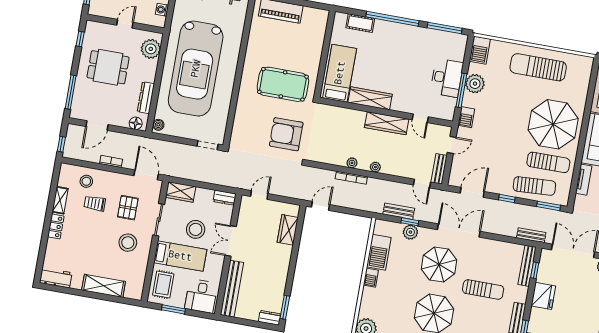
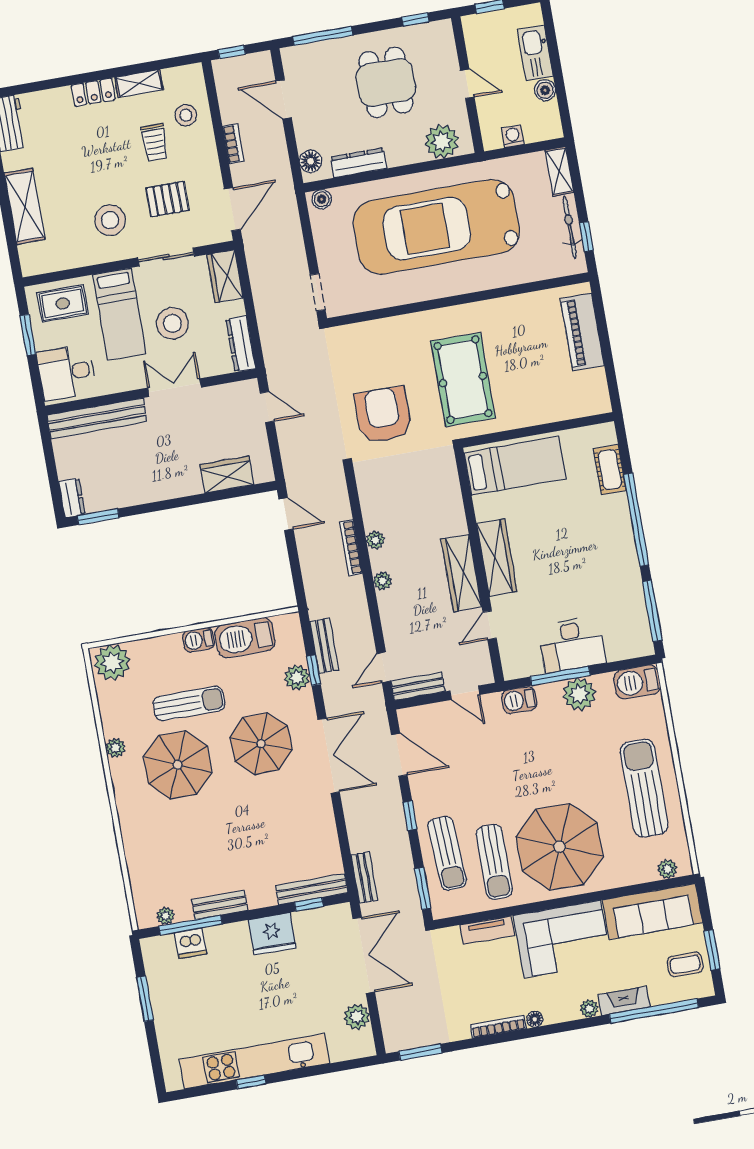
plant: (586, 71) -> (667, 869), added
wardrobe: (370, 98) -> (497, 558), moved
dresser: (225, 198) -> (241, 344), width x1.44
trolley: (95, 203) -> (155, 142), turned 180
sun lounger: (483, 289) -> (189, 704), moved, turned -90

